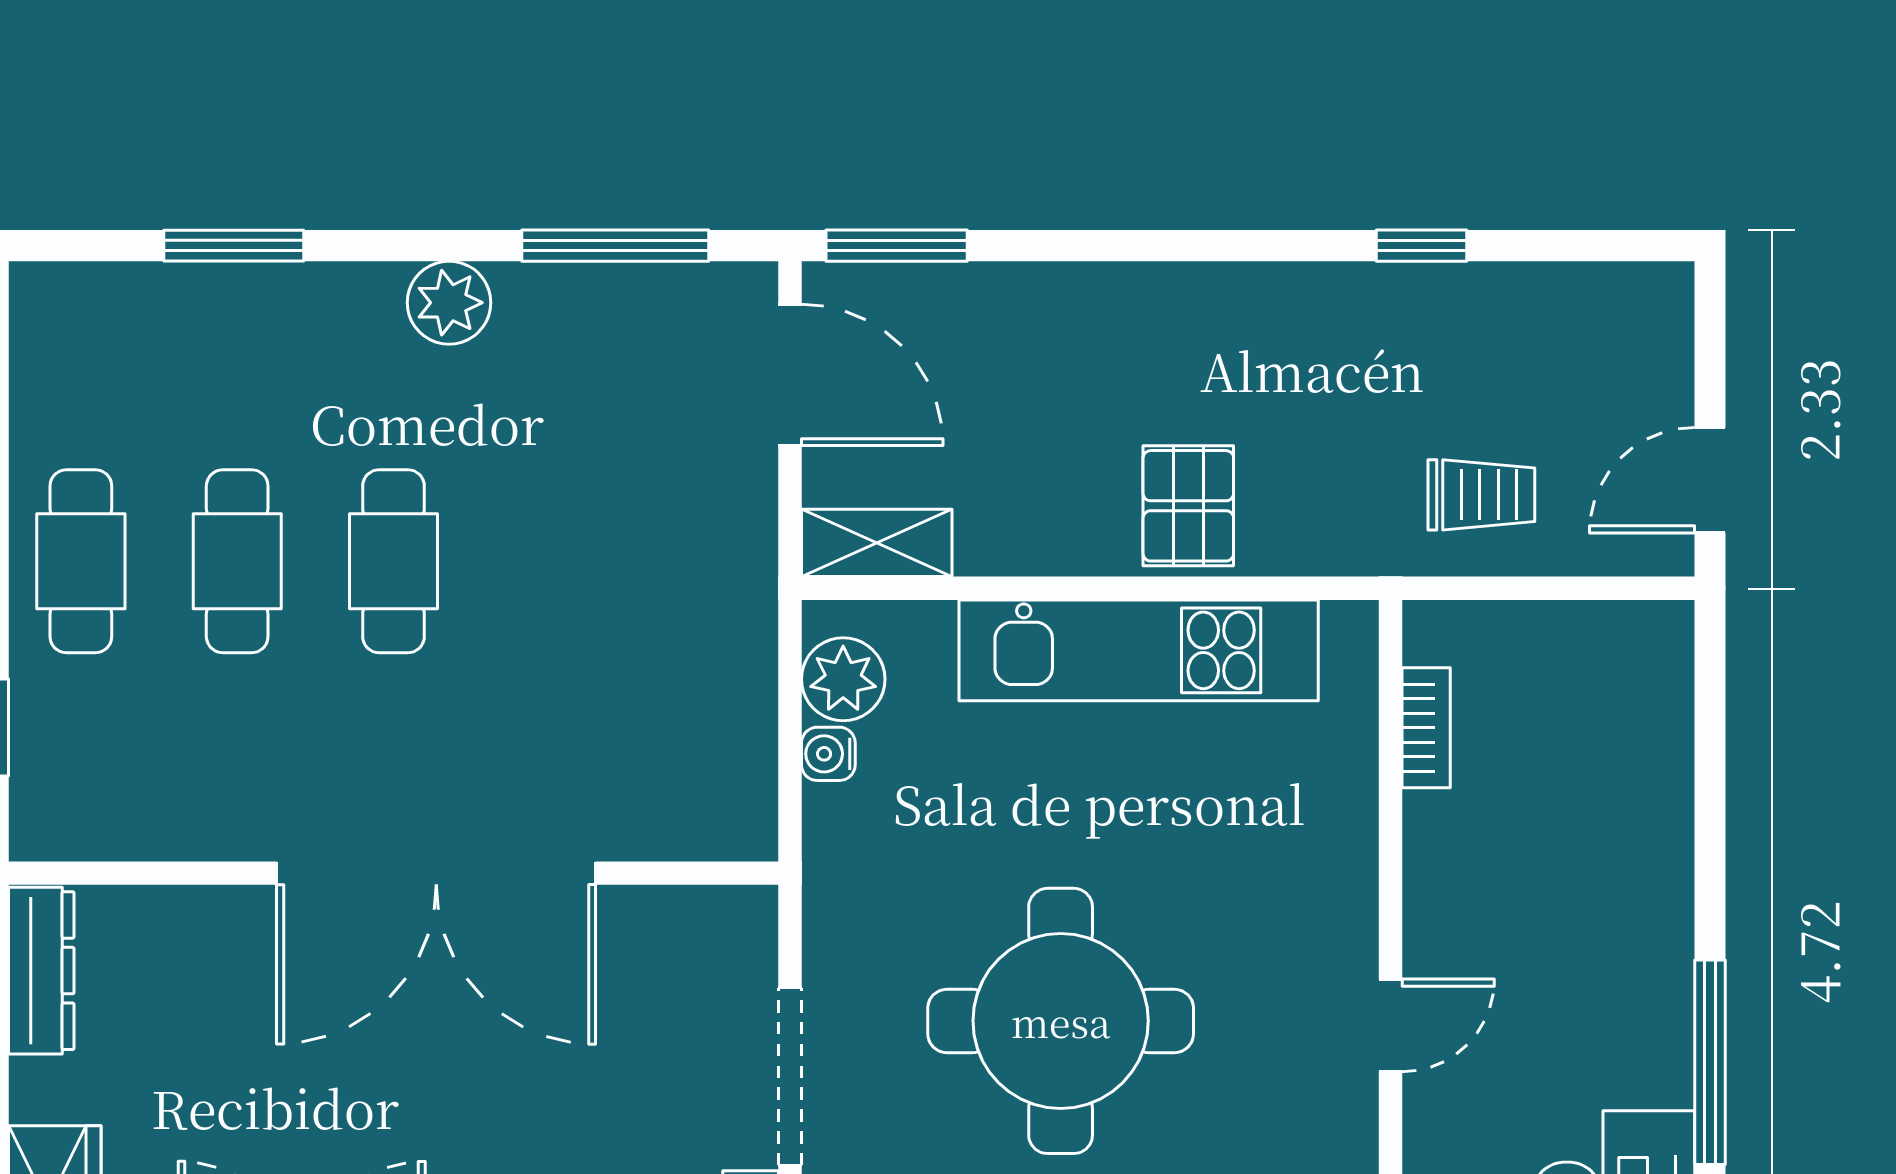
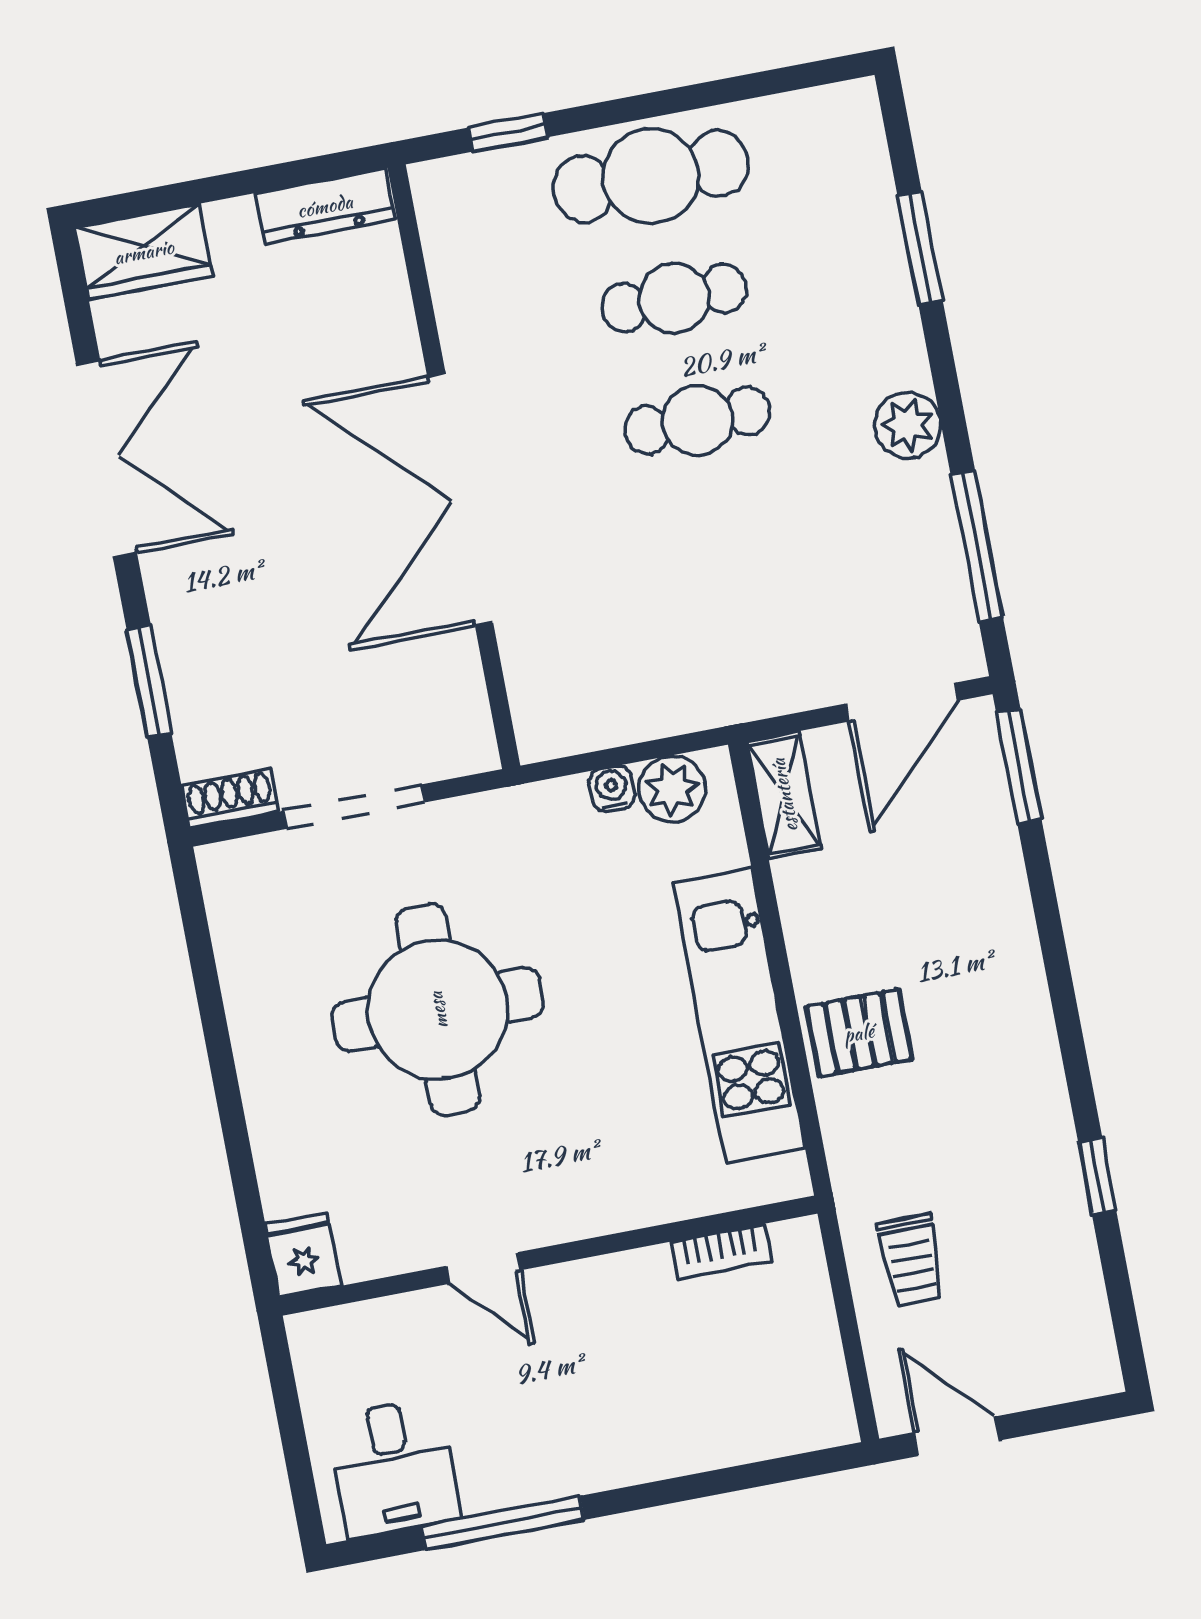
cafe table: (81, 561) -> (651, 176), width x1.37, depth x1.35

